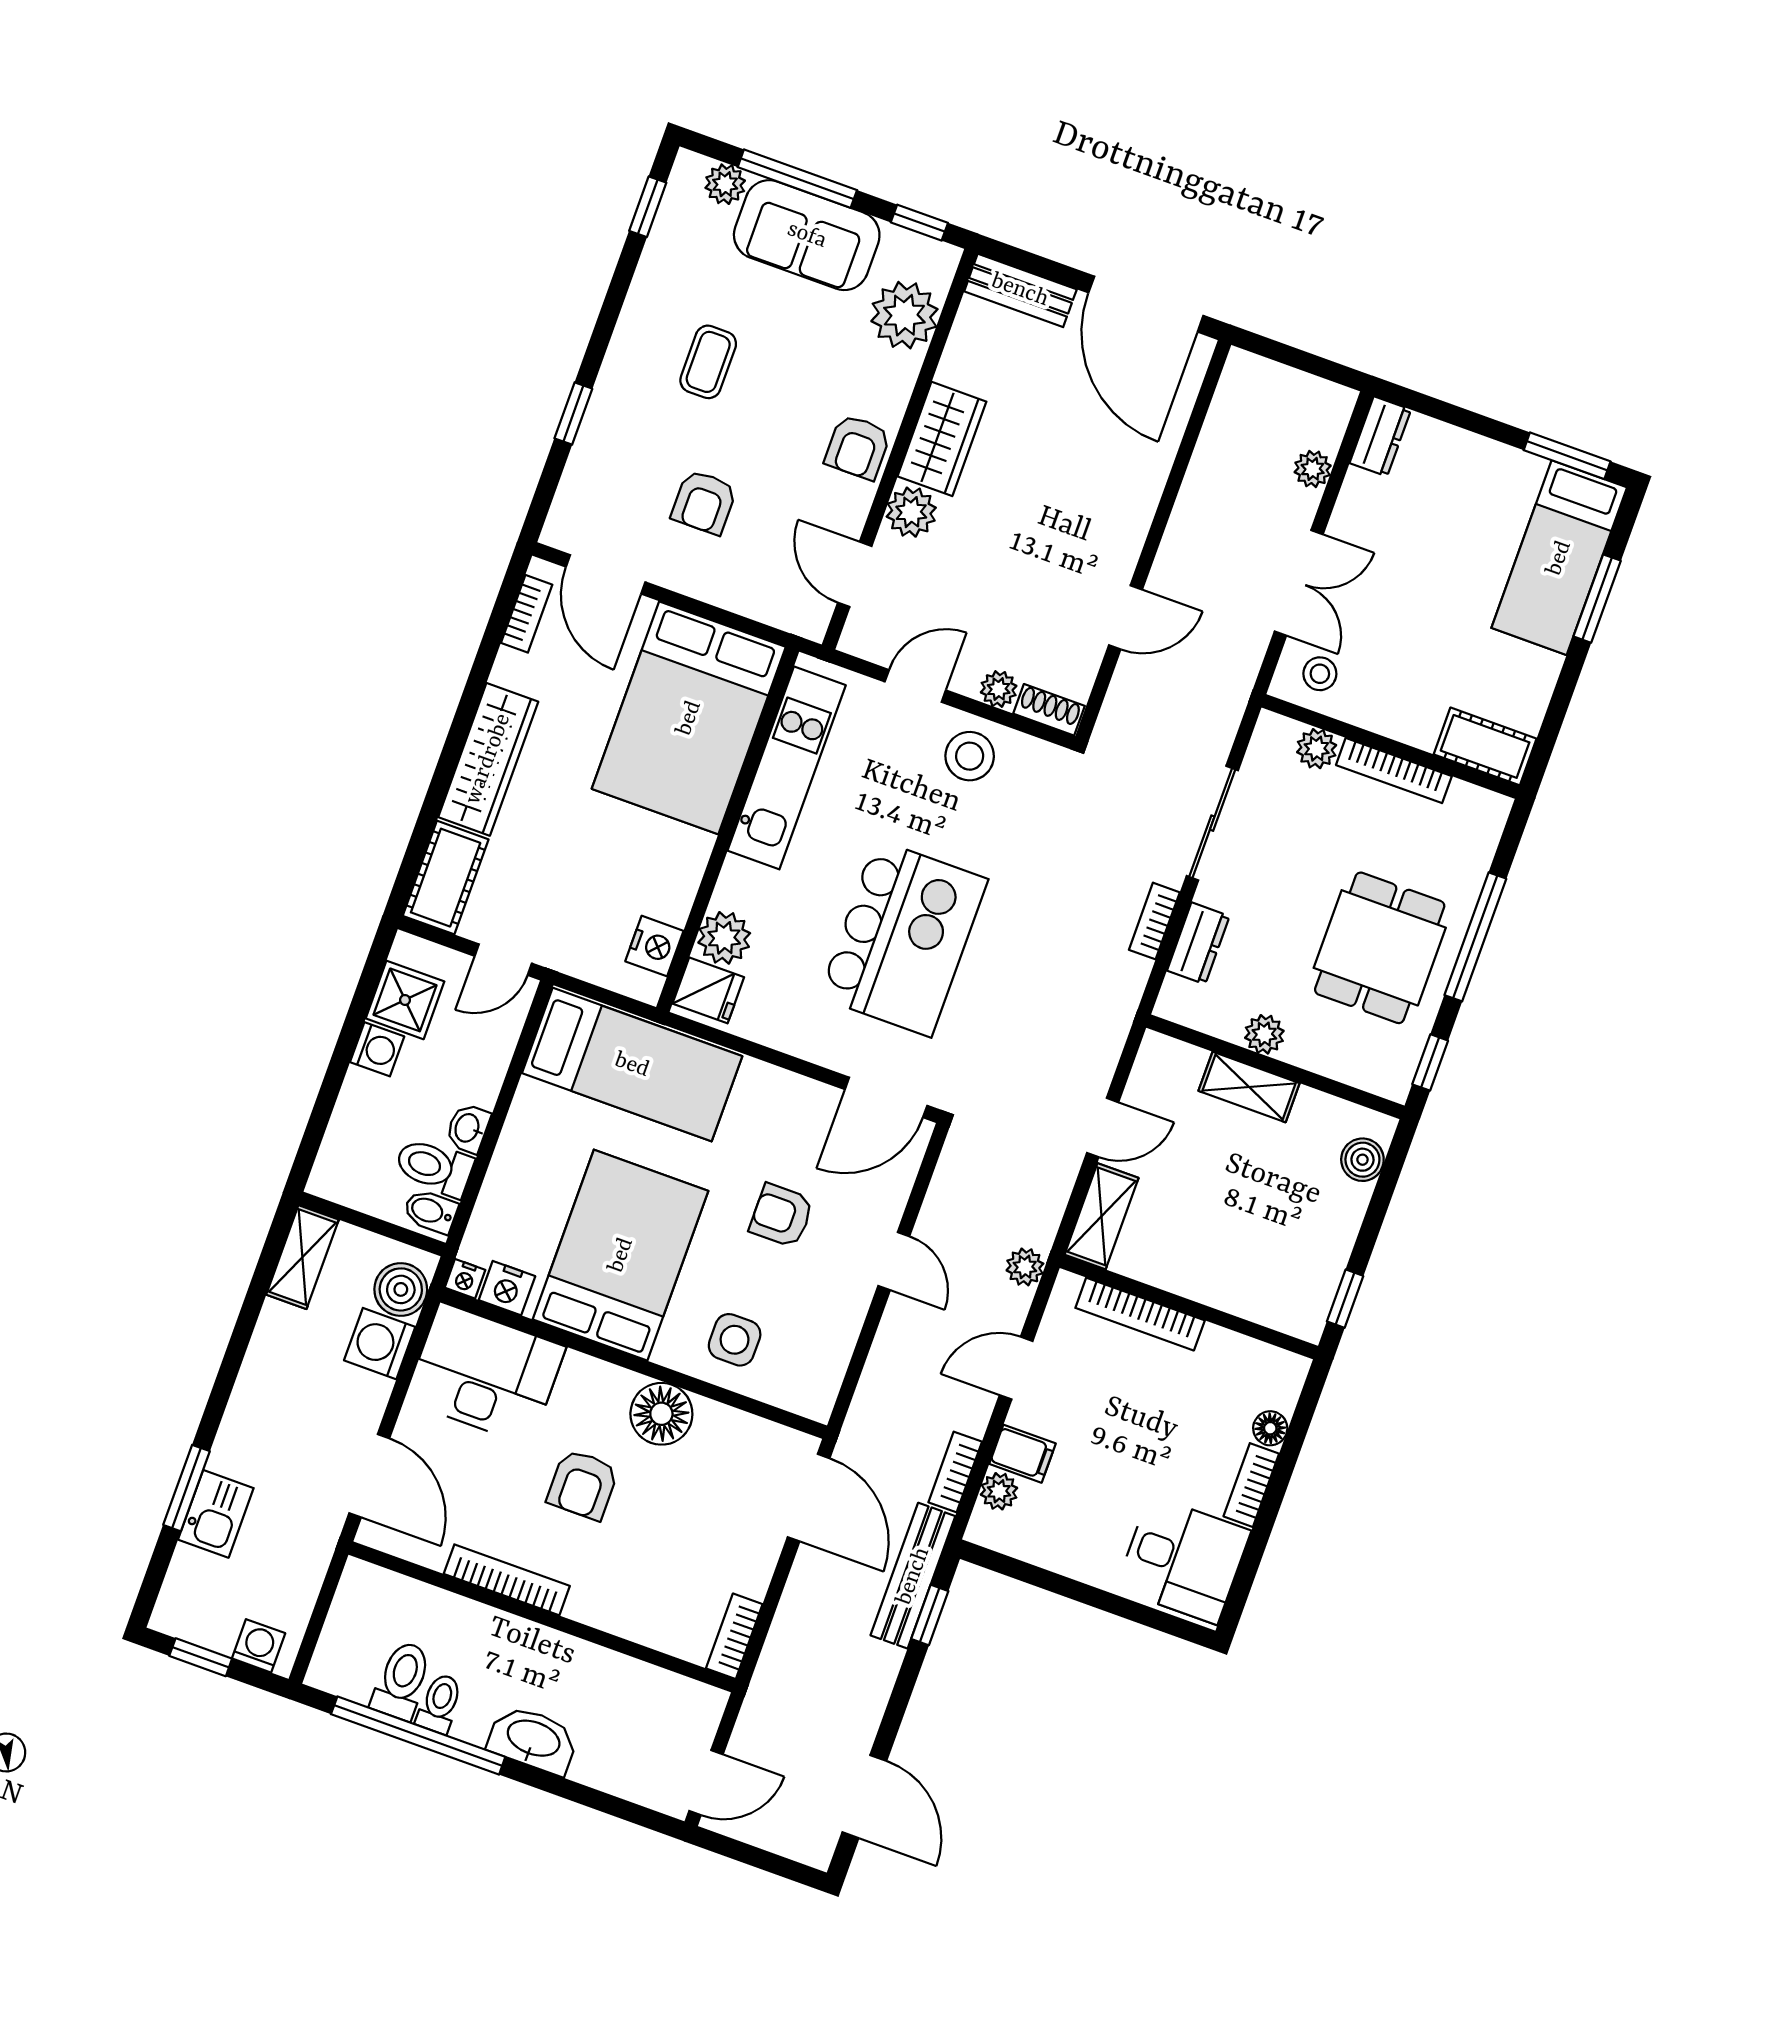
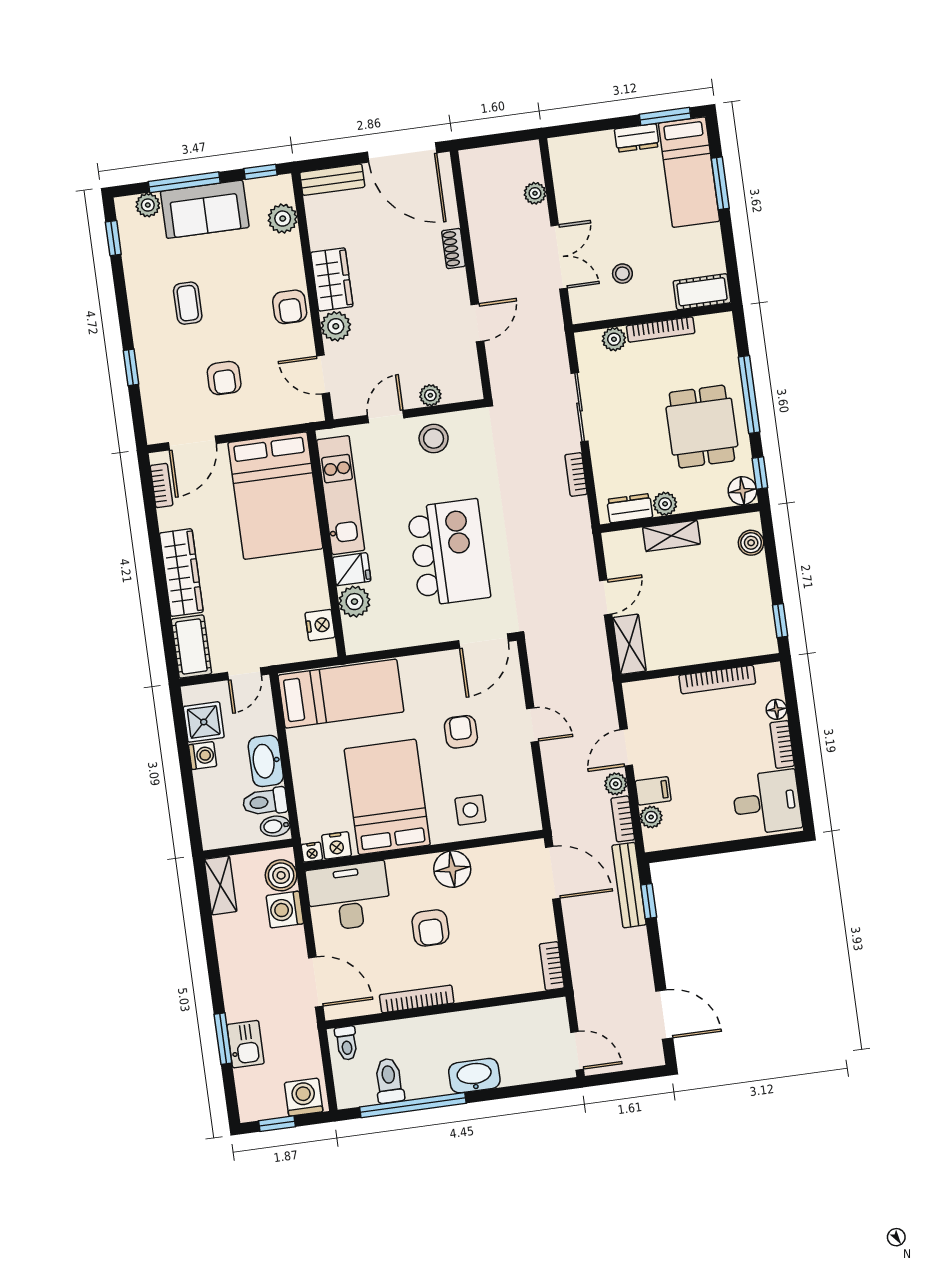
plant: (904, 315) -> (283, 219), width x0.73, depth x0.73
dresser: (1380, 436) -> (637, 138), moved, turned 90
door: (606, 574) -> (192, 443), hinge flipped
stool: (1320, 674) -> (622, 274), moved
shoe rack: (1049, 710) -> (454, 249), moved, turned -90
dresser: (1198, 943) -> (630, 508), moved, turned -90
fridge: (708, 990) -> (352, 569), moved
floor lamp: (1390, 1075) -> (742, 491), added
washbasin: (468, 1128) -> (266, 761), width x1.91, depth x1.45
armchair: (781, 1215) -> (461, 732), turned 90
plant: (1025, 1267) -> (616, 784), moved
bookcase: (1140, 1314) -> (717, 680), moved
washing machine: (259, 1646) -> (304, 1097), width x1.38, depth x1.38
toilet: (440, 1703) -> (346, 1043), moved, turned 180
door: (706, 1783) -> (577, 1051), hinge flipped

